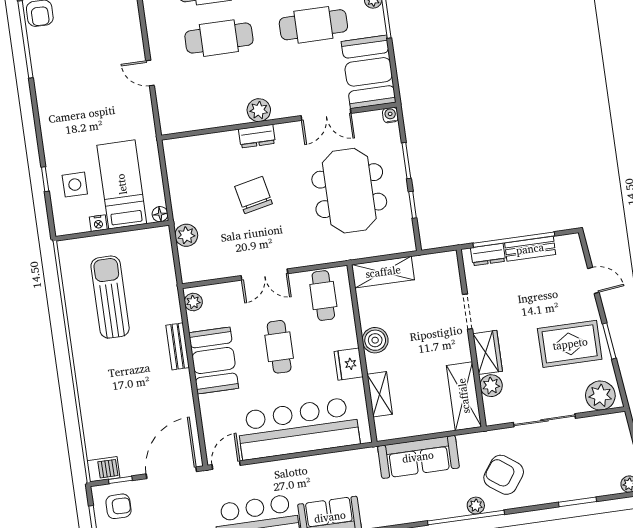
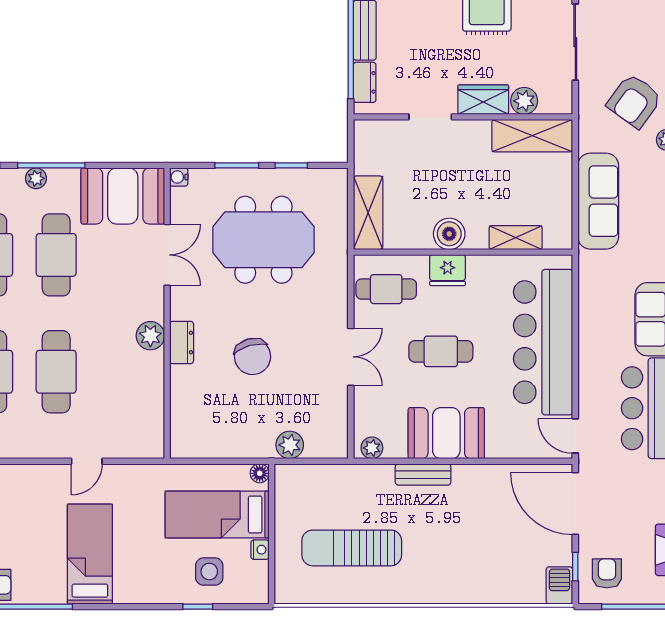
bed: (75, 86) -> (90, 554), added
chair: (254, 195) -> (253, 357), turned -94
fridge: (349, 364) -> (448, 270), moved

